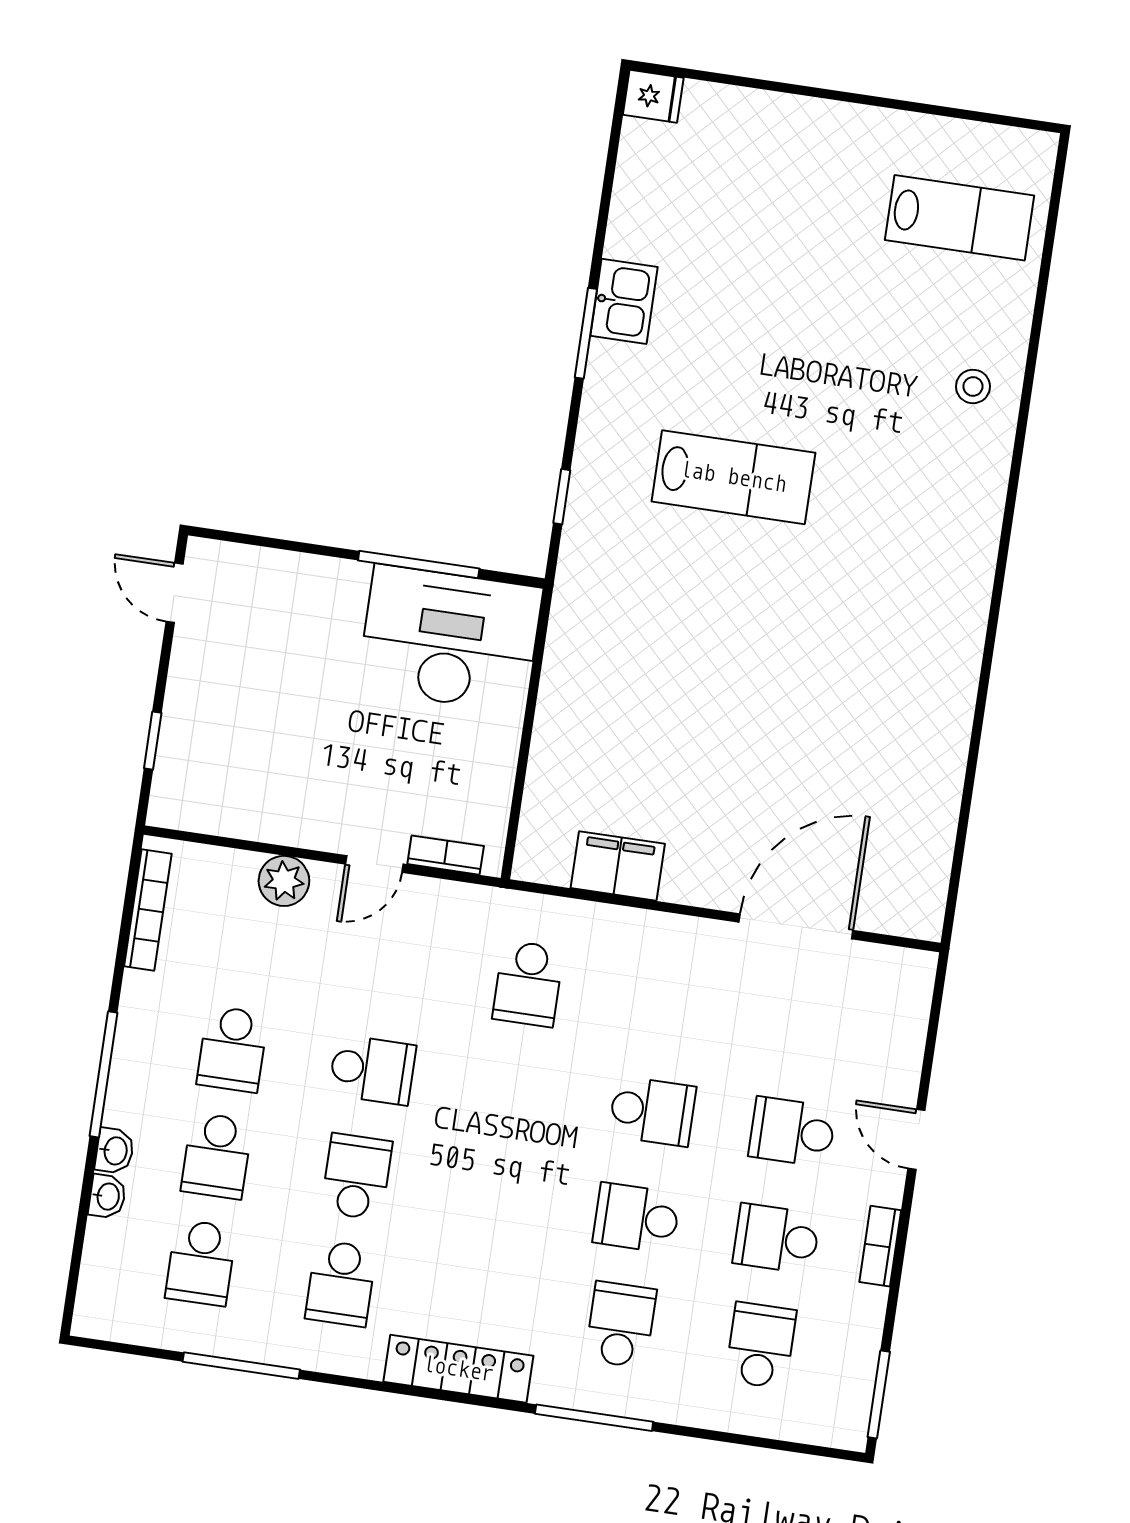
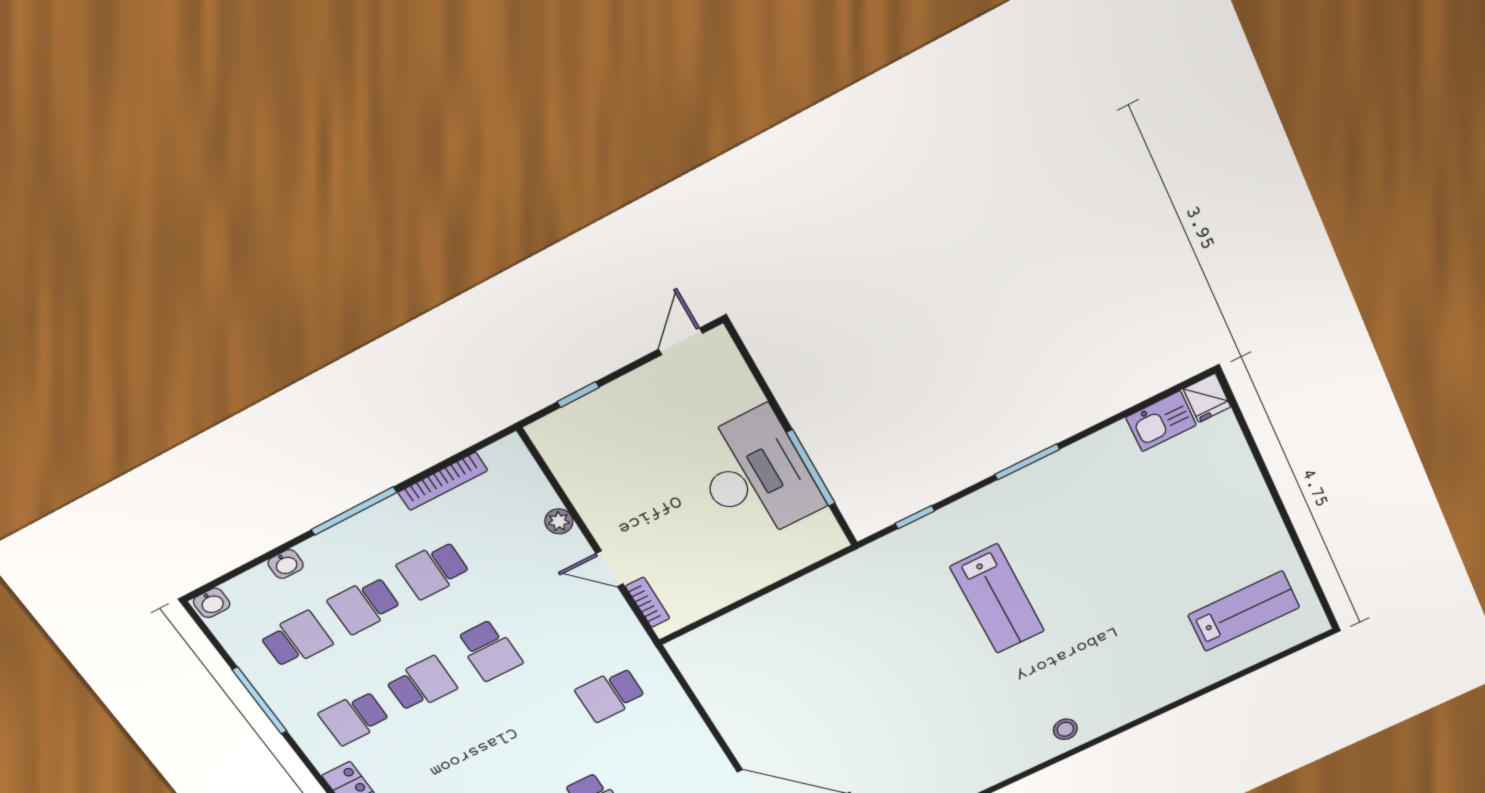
lab bench: (960, 218) -> (1244, 611), turned -90
kitchen sink: (624, 301) -> (1161, 421), moved
stool: (973, 386) -> (1065, 729), moved
desk: (450, 639) -> (755, 476), moved
filing cabinet: (618, 866) -> (718, 693), removed
plant: (284, 881) -> (559, 521), width x0.73, depth x0.73
bookcase: (148, 910) -> (443, 481), moved
washbasin: (115, 1151) -> (212, 603), moved
school desk: (201, 1263) -> (296, 640), turned 180

